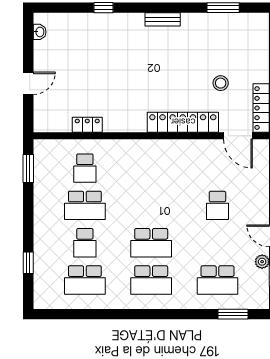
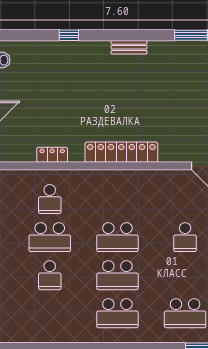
stool: (221, 83) -> (188, 112), removed
locker: (183, 122) -> (121, 152), moved
school desk: (85, 280) -> (117, 237), moved

